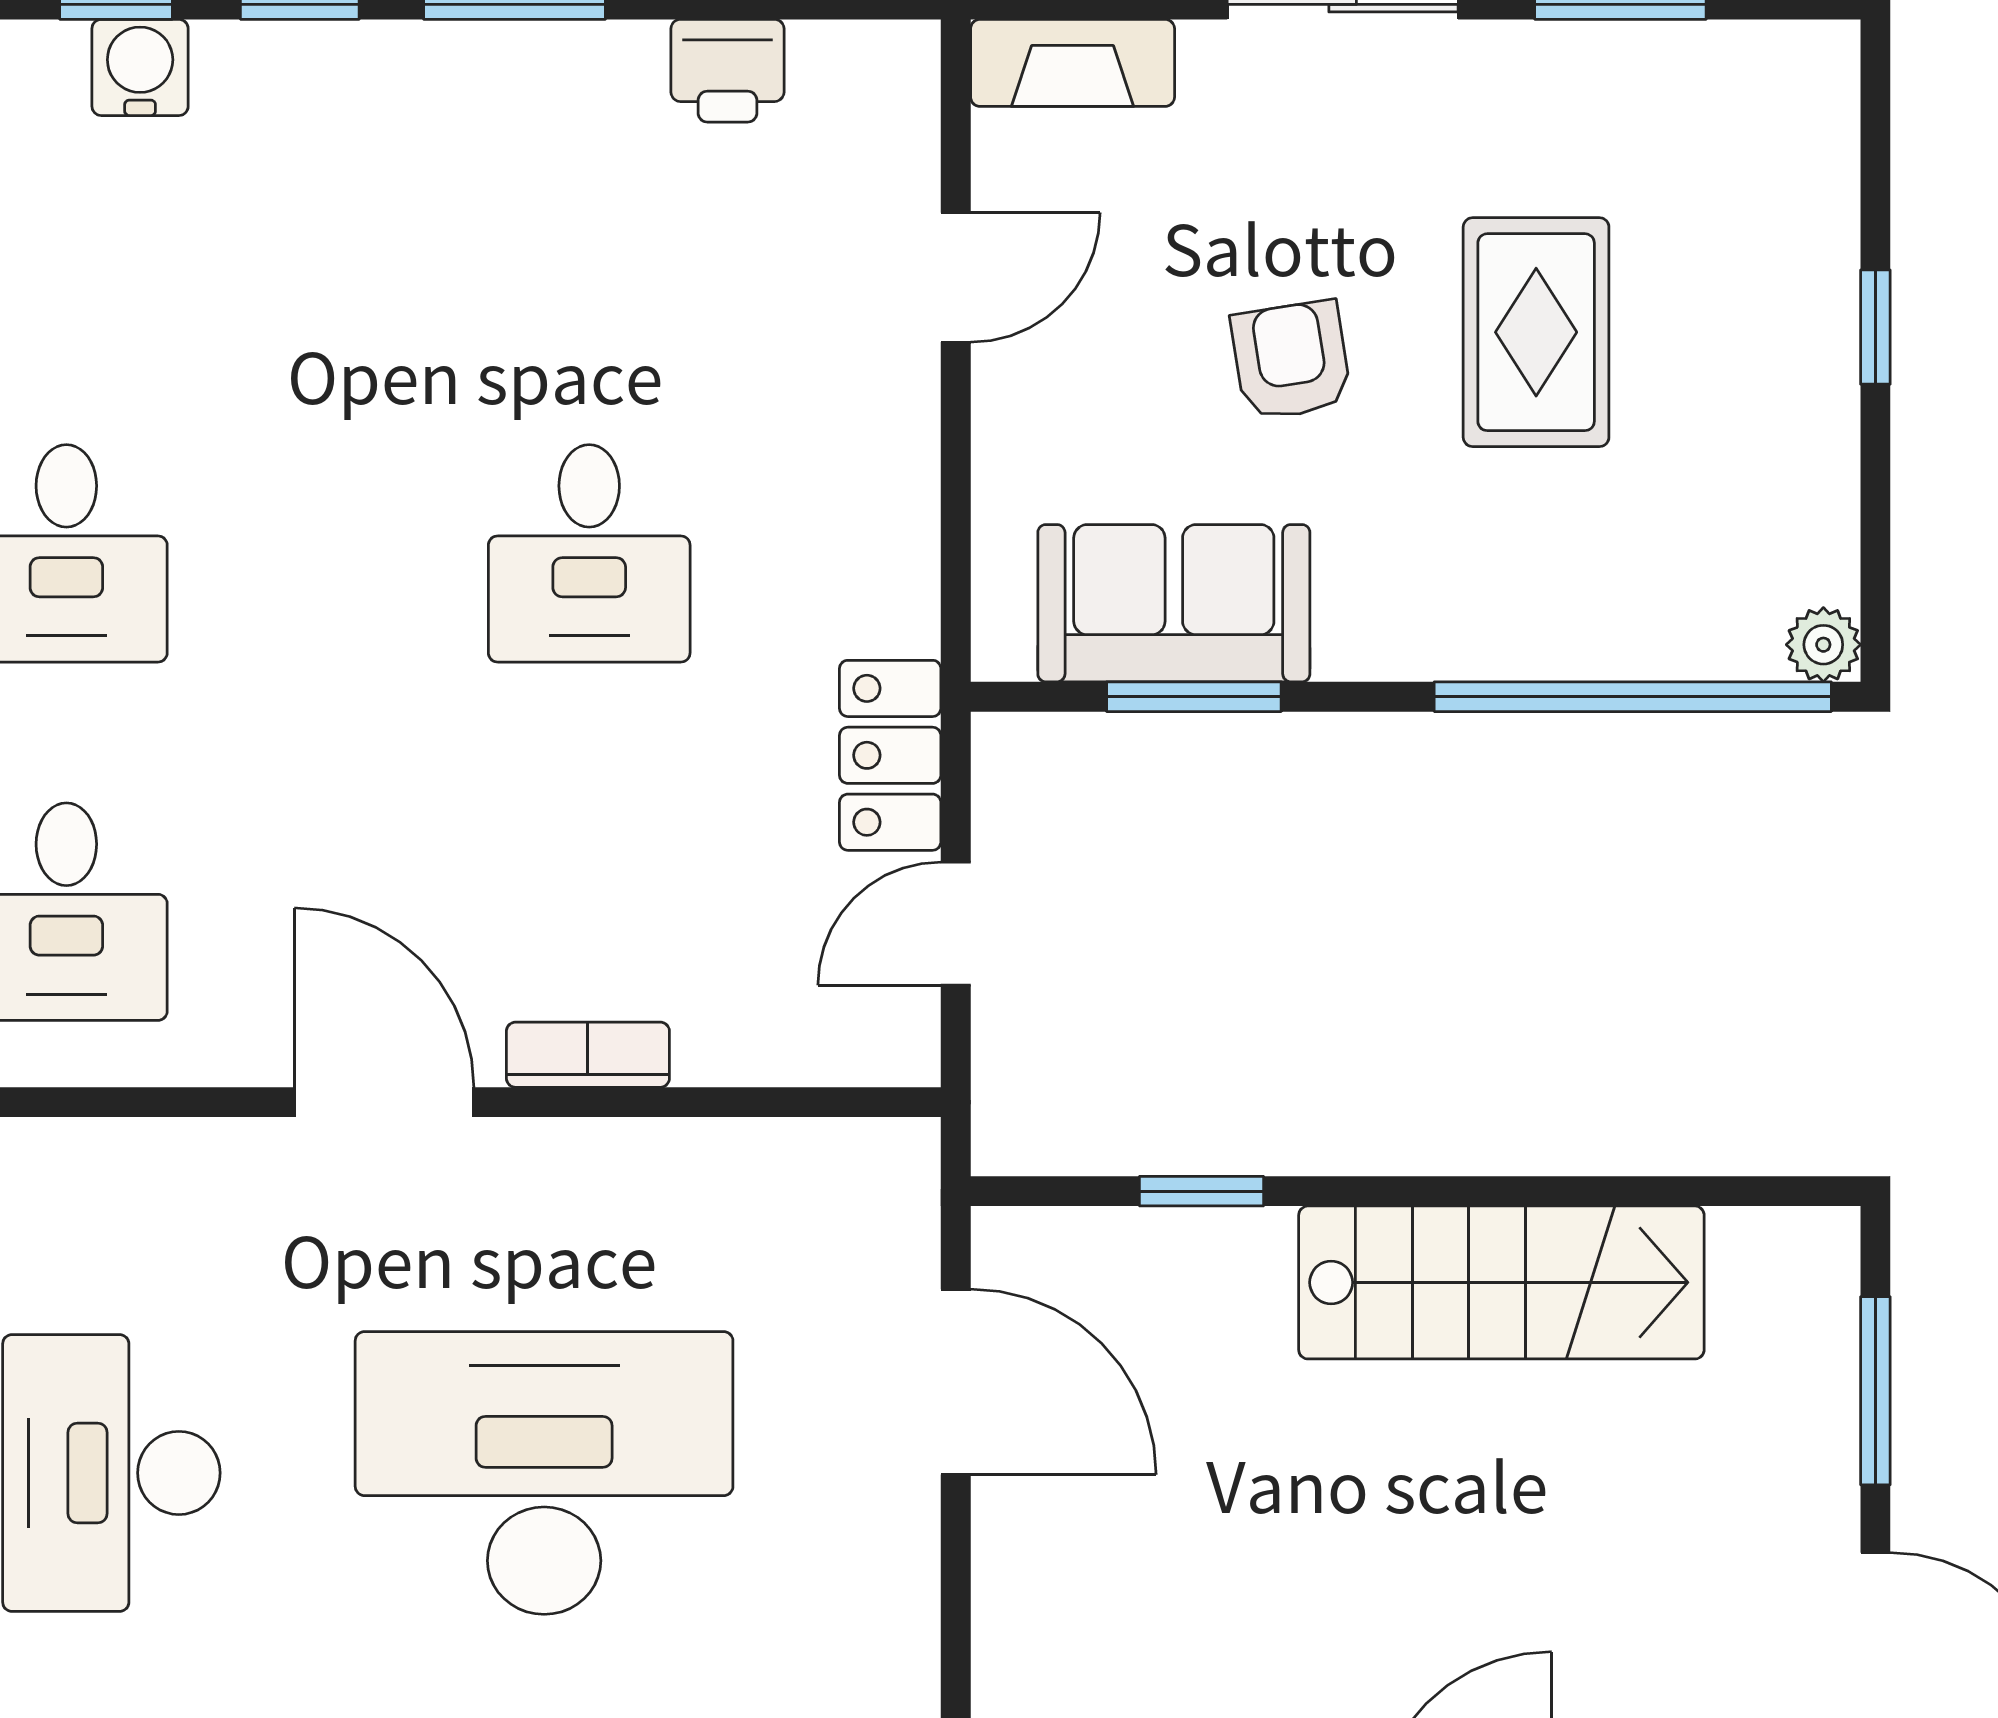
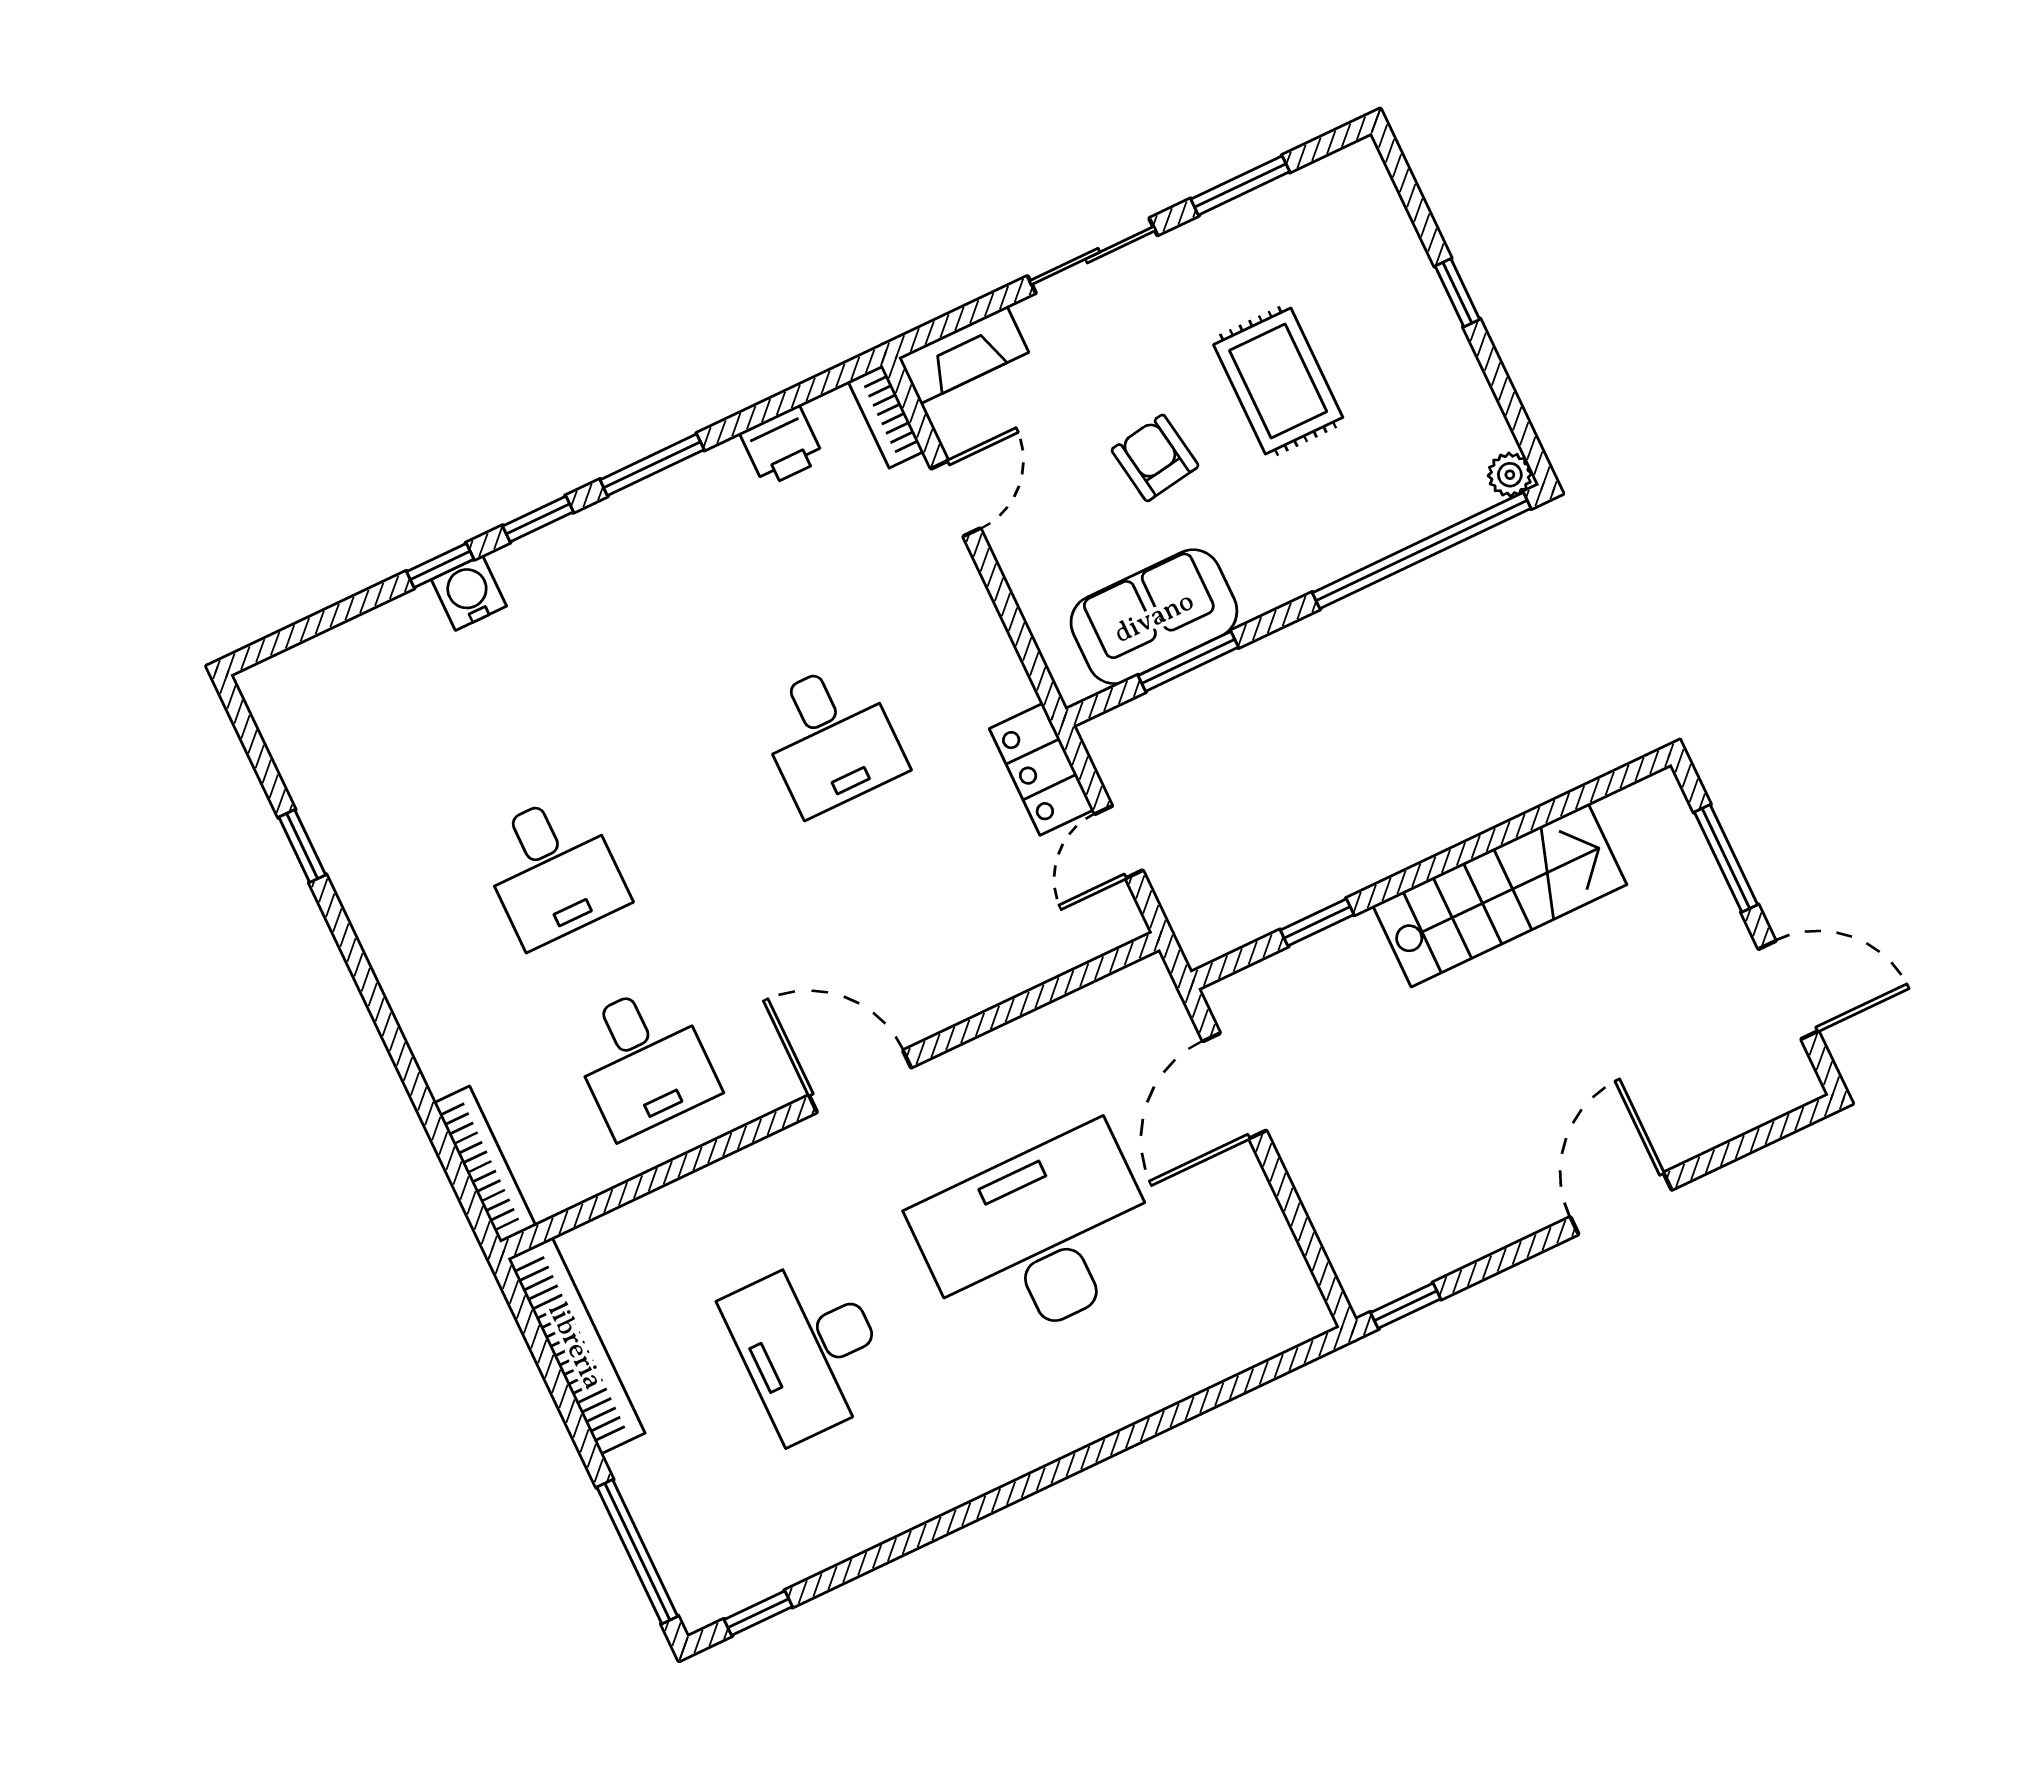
bookcase: (588, 1055) -> (886, 417), moved, turned -90
door: (956, 1382) -> (1235, 1086), swing flipped

